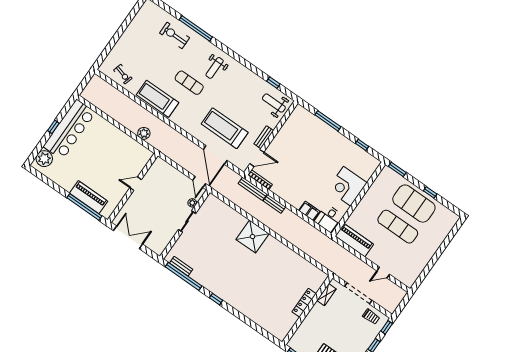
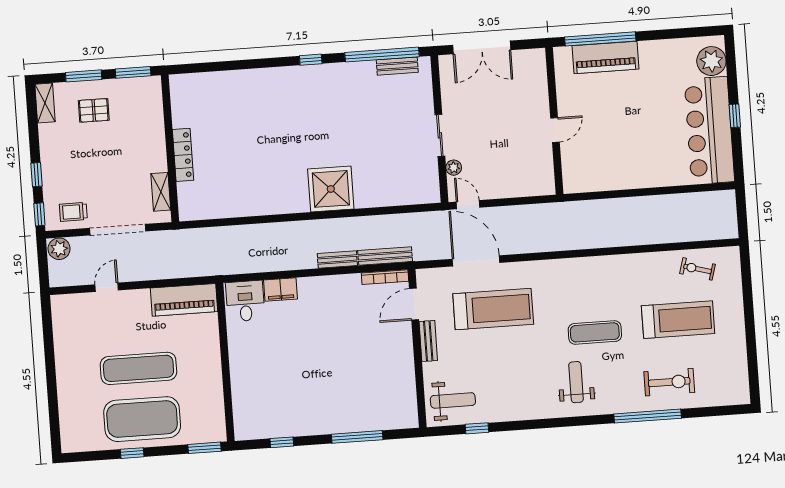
treadmill: (157, 99) -> (678, 320), moved
plant: (144, 133) -> (59, 249), moved
corner desk: (347, 186) -> (256, 367), removed
double door: (128, 237) -> (482, 47), moved

